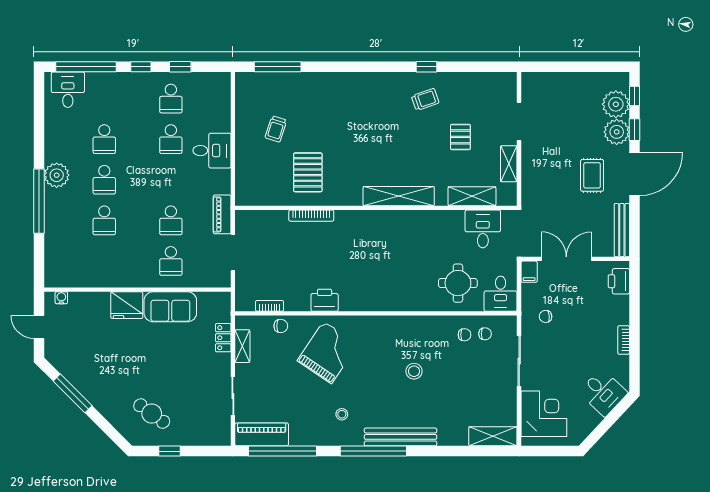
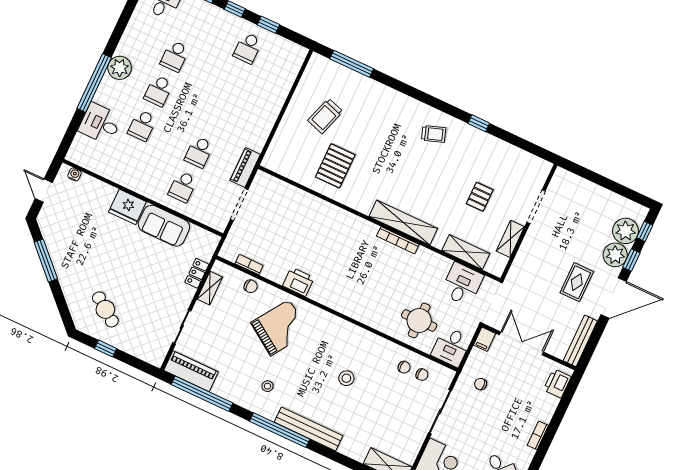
trolley: (425, 99) -> (434, 134), moved
trolley: (276, 129) -> (325, 116), width x1.36, depth x1.39
school desk: (171, 139) -> (231, 83), removed
desk: (212, 151) -> (100, 124), moved, turned 180
bookcase: (311, 216) -> (398, 240), moved

